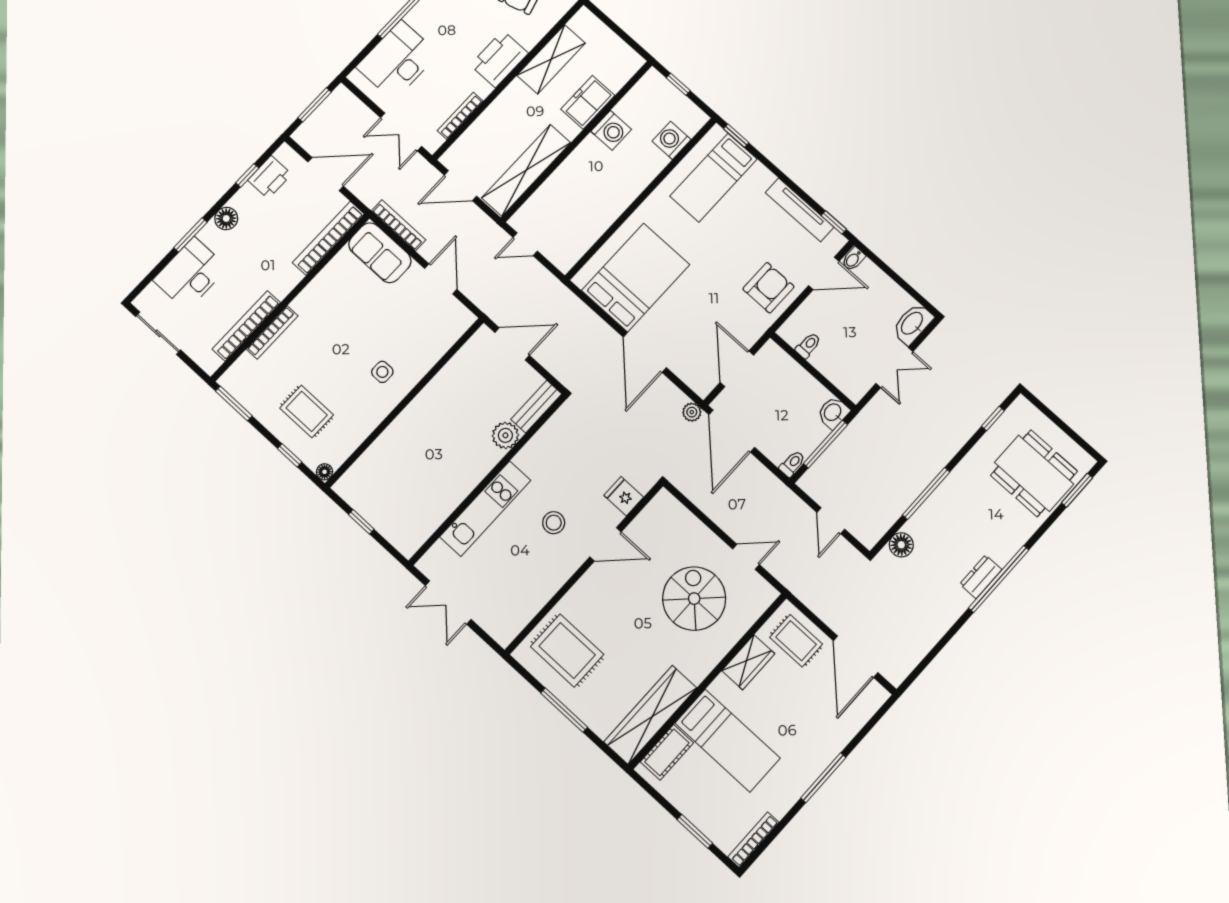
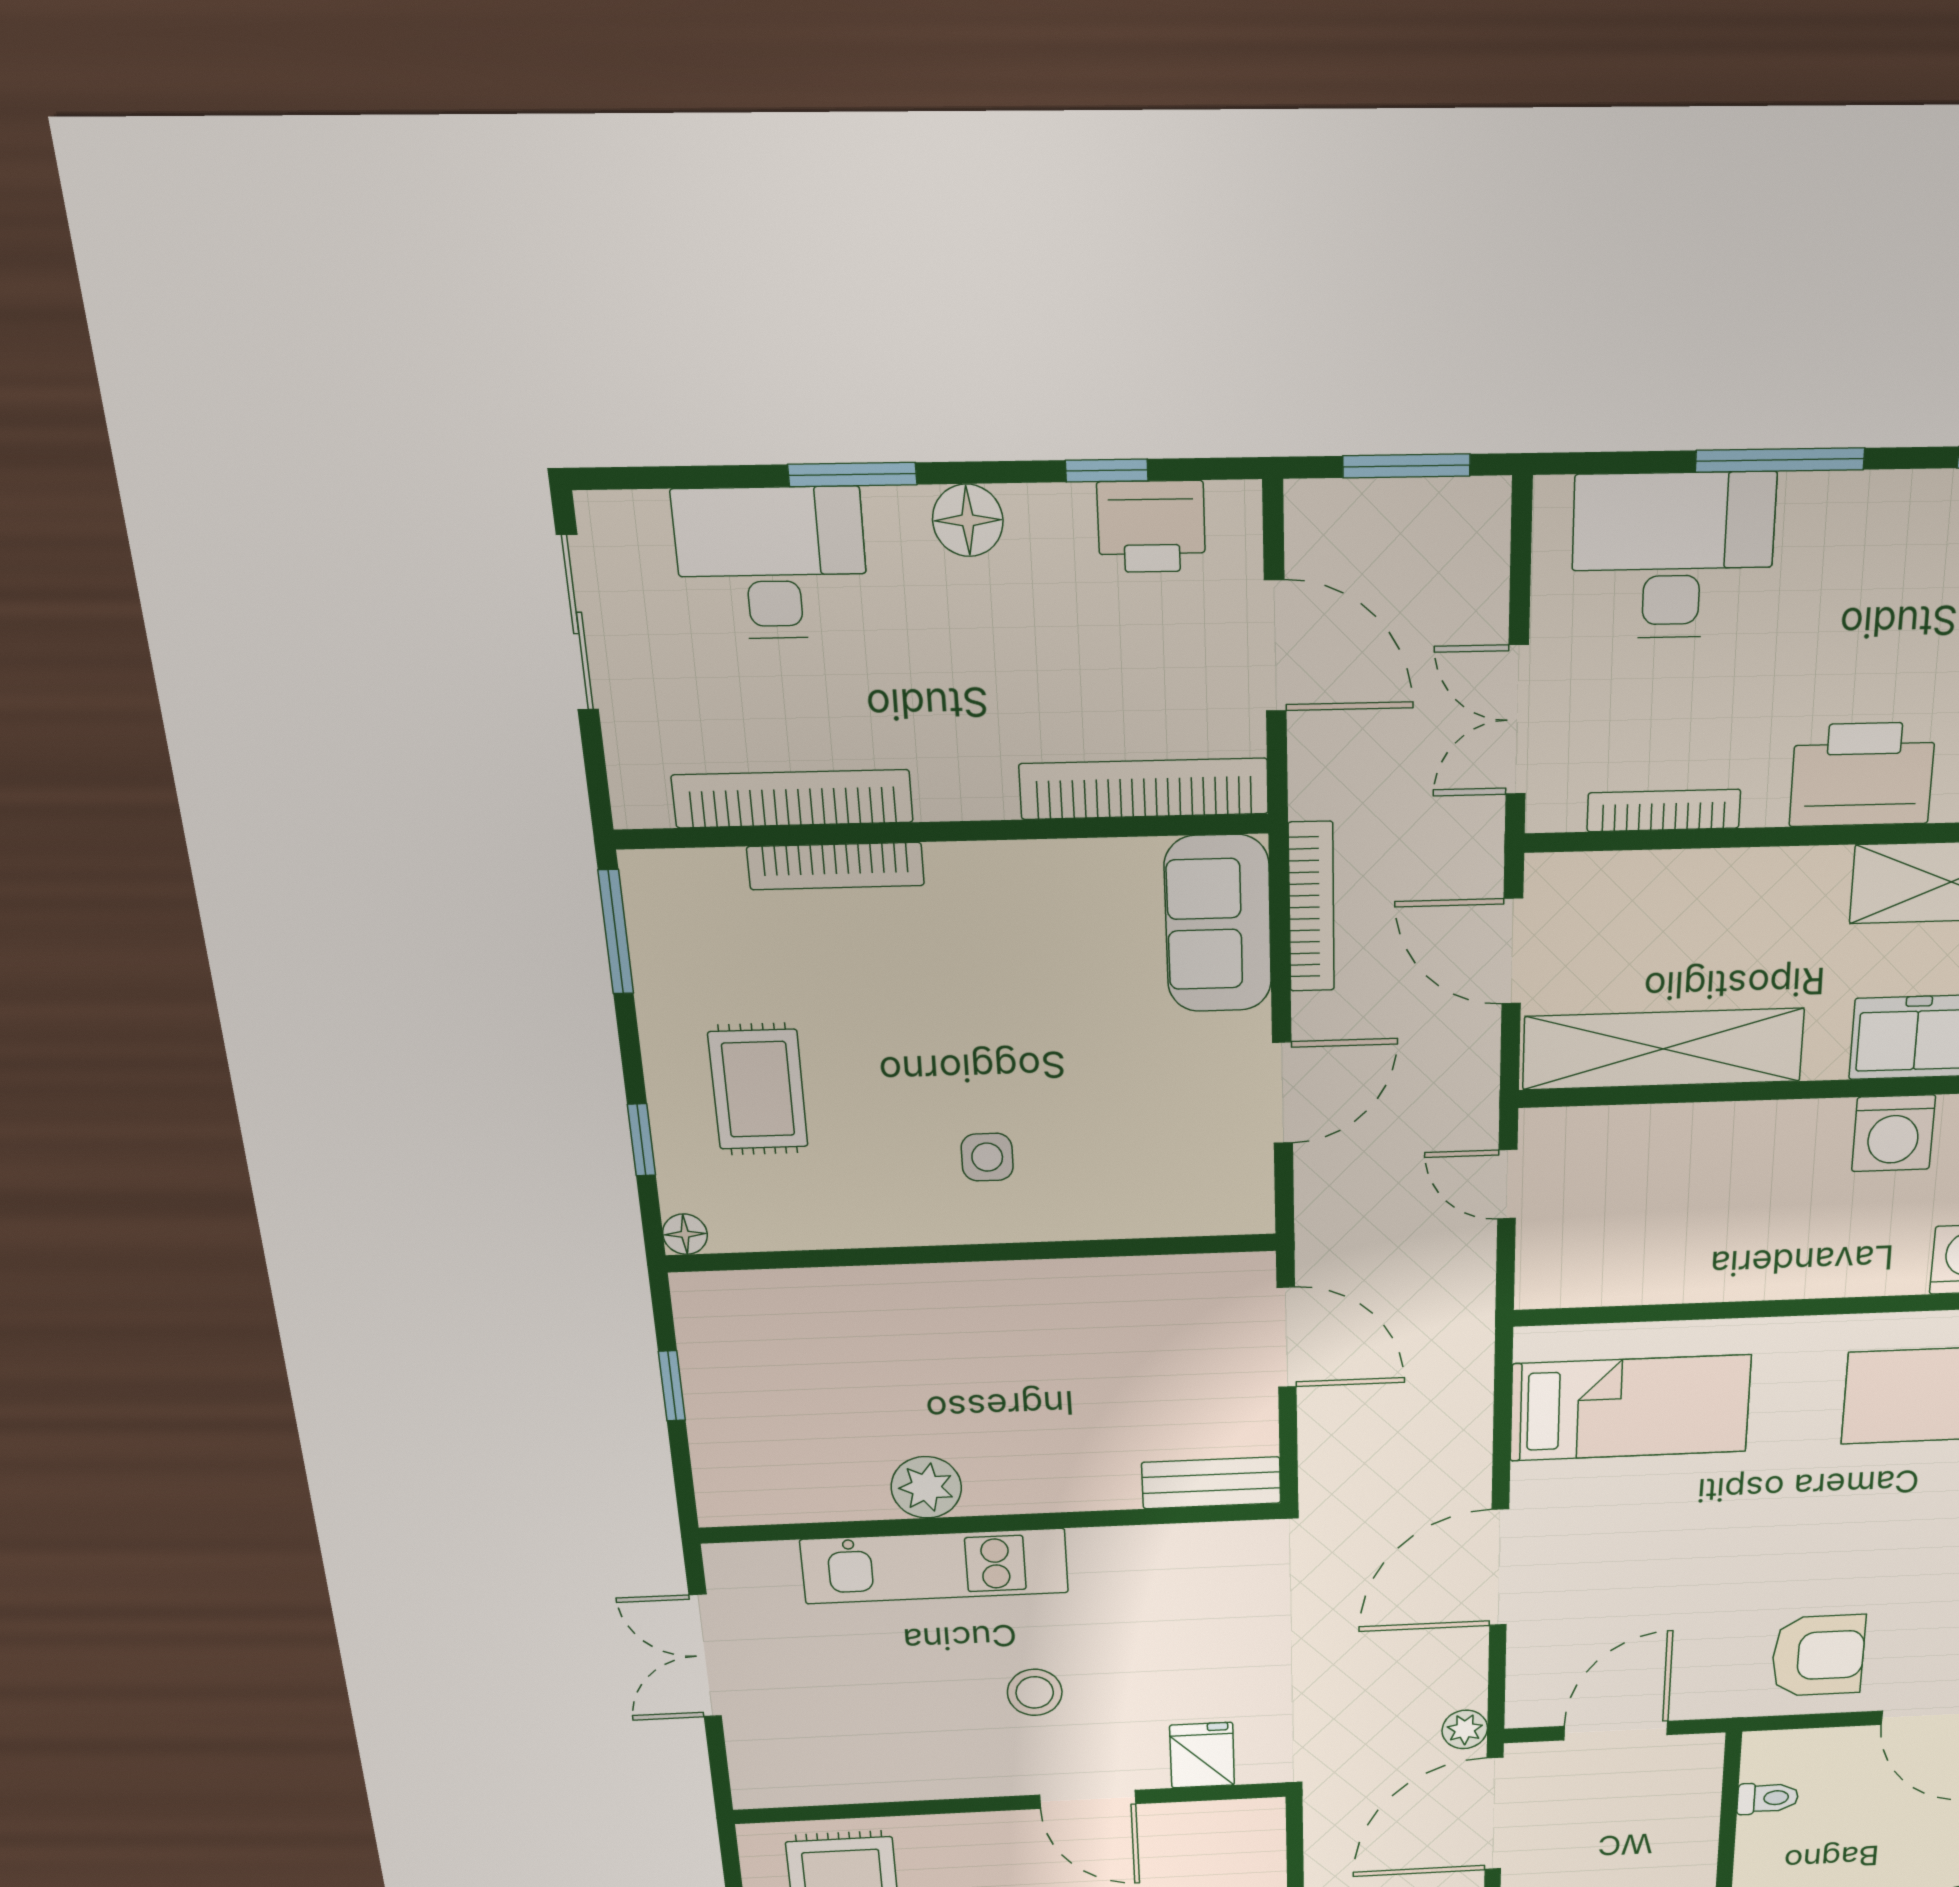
bed: (636, 278) -> (1630, 1408), width x0.67
plant: (505, 435) -> (926, 1487), moved

